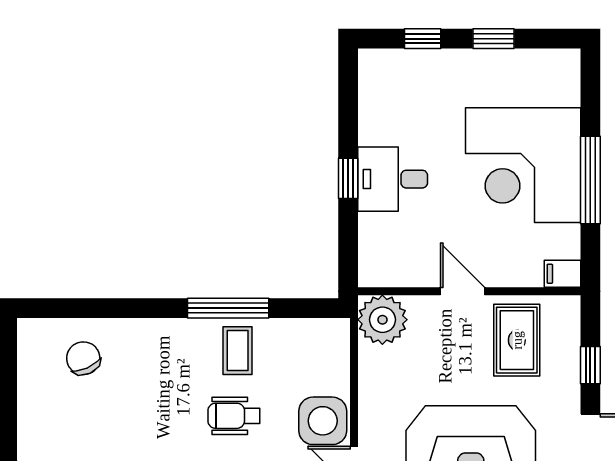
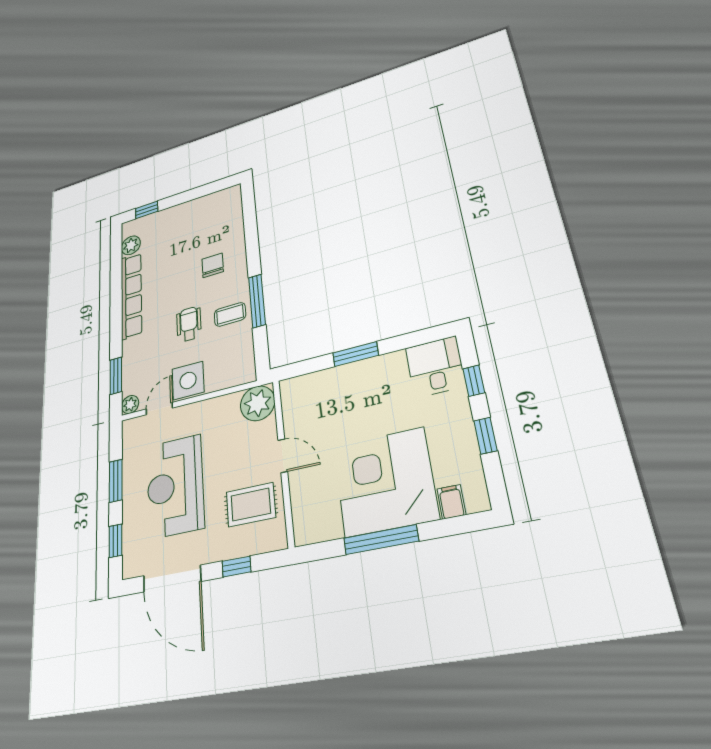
window: (348, 178) -> (356, 354), width x1.50
desk: (393, 179) -> (435, 367), moved
filing cabinet: (563, 274) -> (451, 502), moved
door: (462, 291) -> (283, 456), hinge flipped
chair: (83, 358) -> (213, 265), moved, turned -66

